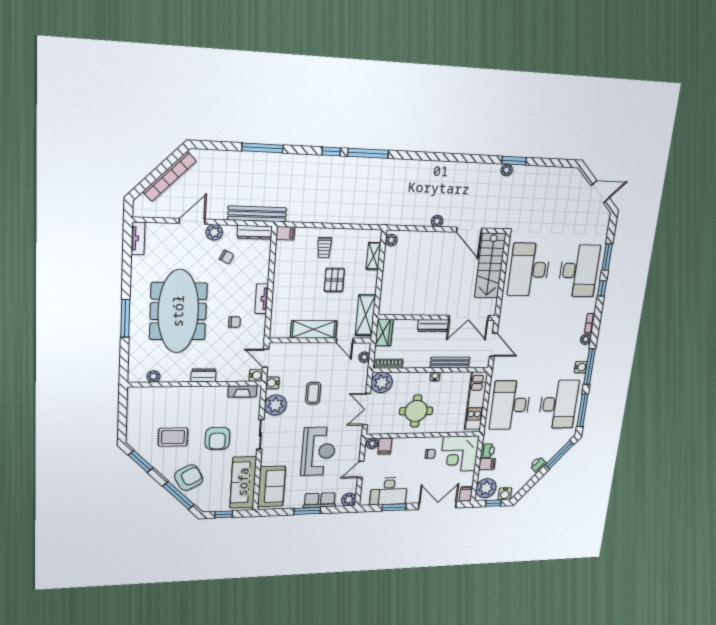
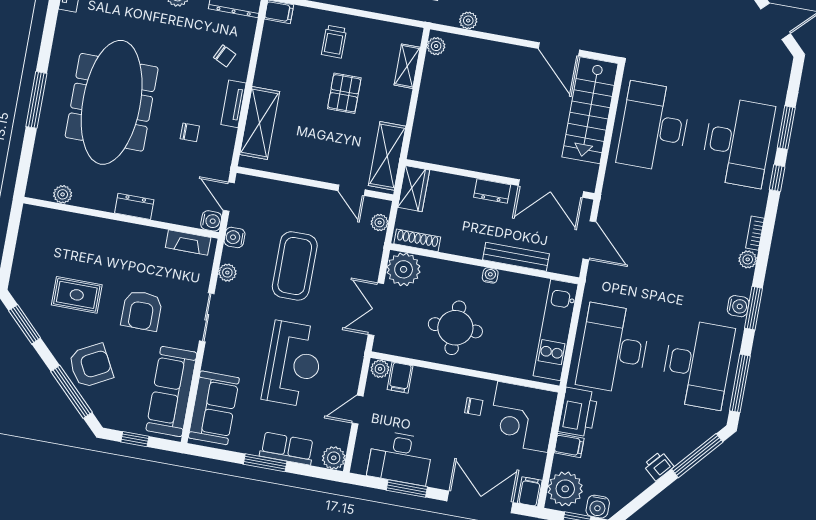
plant: (437, 221) -> (468, 21), moved
chair: (227, 257) -> (225, 56), moved
dresser: (433, 325) -> (492, 191), width x0.70
shelving: (314, 329) -> (260, 123), moved, turned 90
window: (589, 367) -> (754, 308), width x0.69
coffee table: (313, 393) -> (295, 266), width x1.86, depth x1.72
plant: (275, 405) -> (227, 273), width x0.53, depth x0.53
printer: (487, 451) -> (578, 412), width x1.87, depth x1.48

